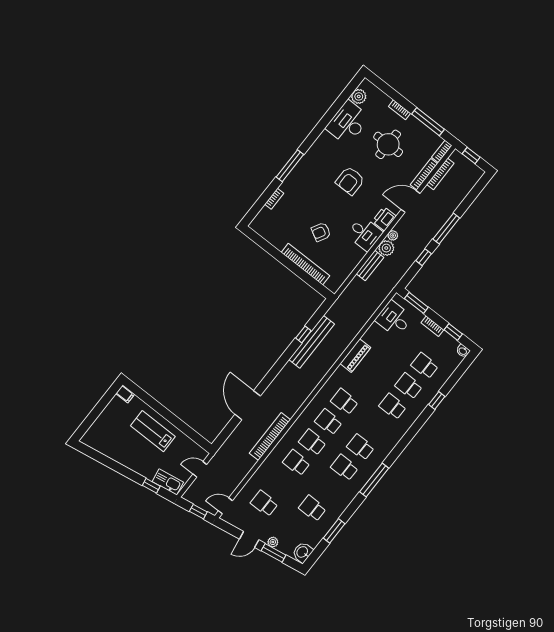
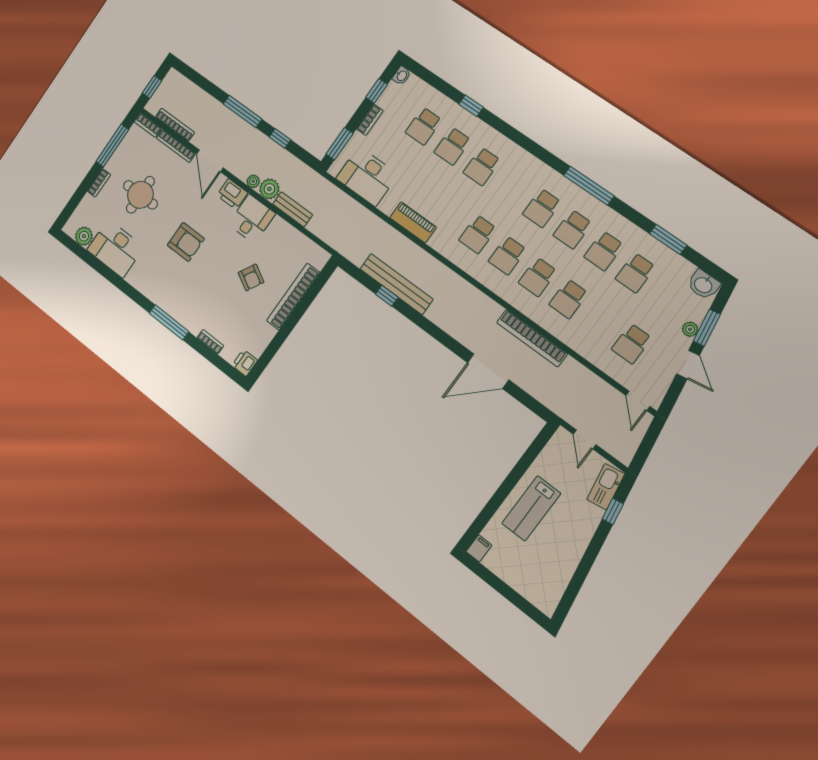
printer: (258, 225) -> (245, 363), added
desk: (394, 319) -> (367, 177), width x1.37
school desk: (328, 488) -> (604, 251), added
window: (198, 512) -> (649, 441), removed

